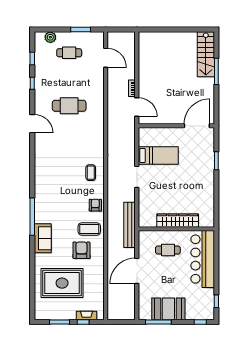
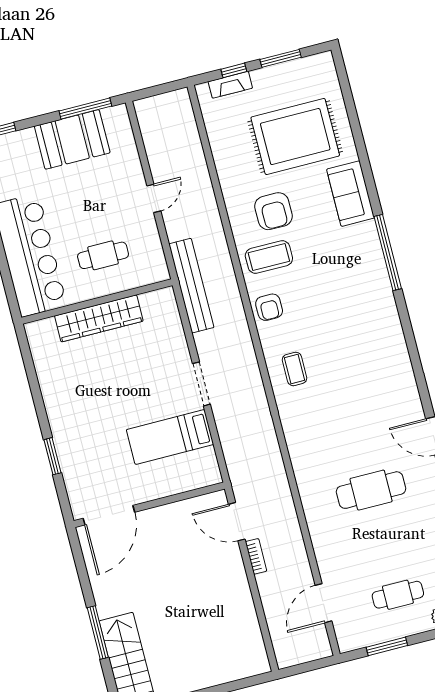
door: (106, 58) -> (323, 603), hinge flipped
sofa: (43, 238) -> (351, 194), moved
door: (137, 271) -> (154, 198), width x0.53

